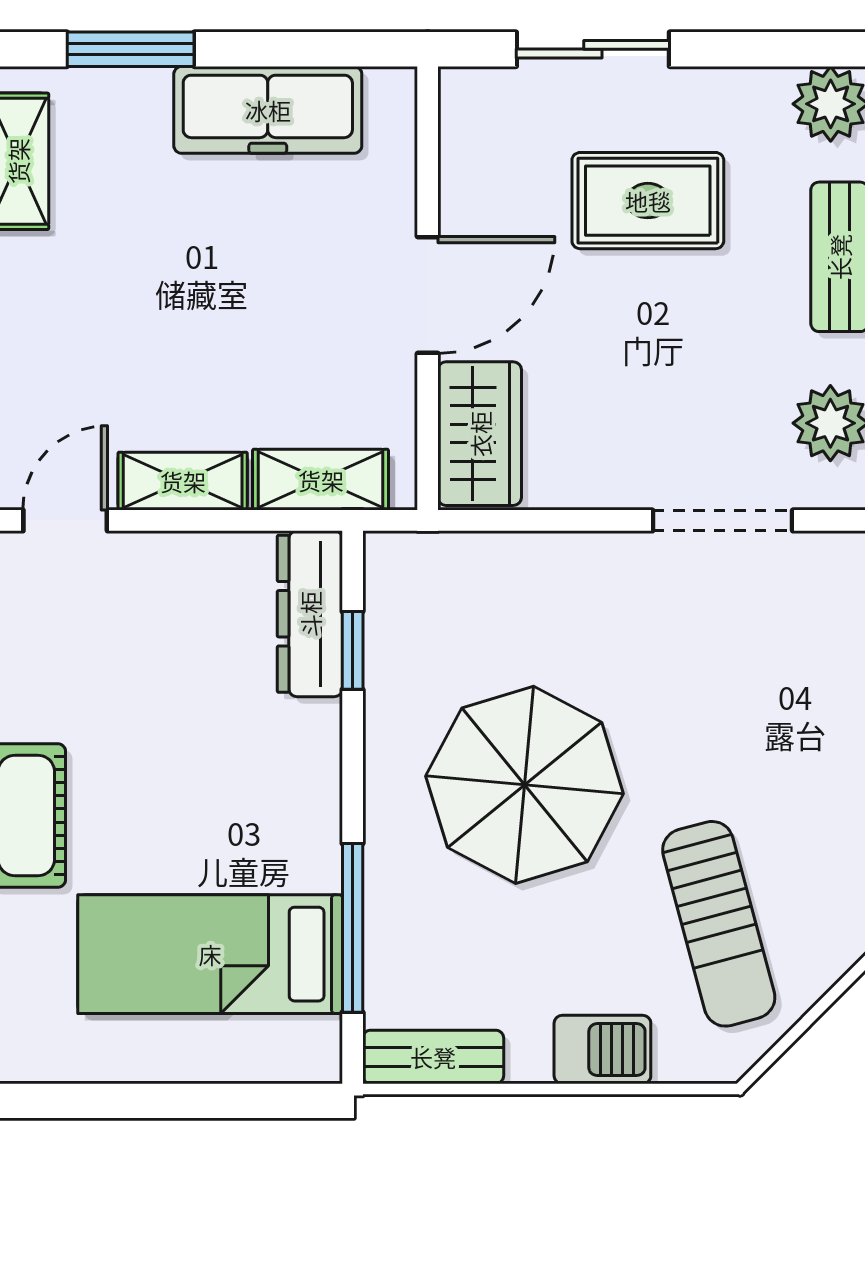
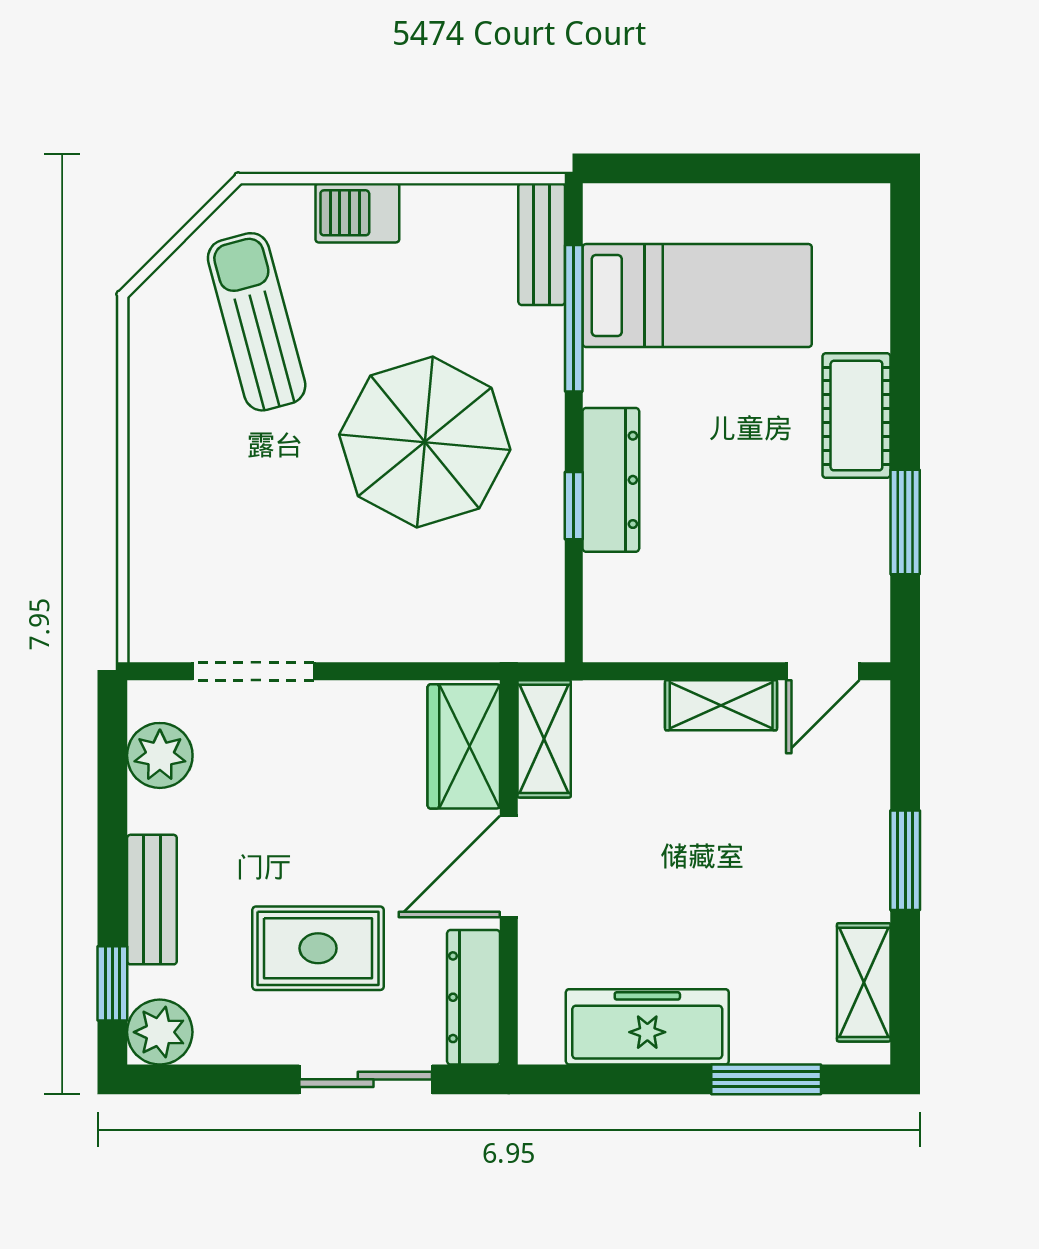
dresser: (468, 144) -> (474, 997), added
shelving: (321, 480) -> (544, 739), moved, turned 90
dresser: (310, 614) -> (611, 480), moved
window: (353, 650) -> (574, 506), moved
bench: (433, 1057) -> (542, 244), moved, turned 90

